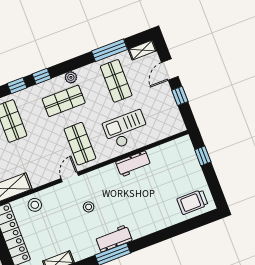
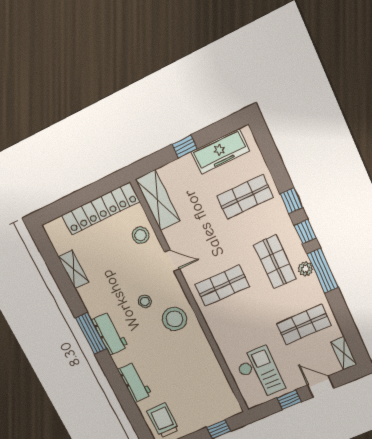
window: (109, 50) -> (323, 271), moved
checkout: (126, 130) -> (260, 373), moved
workbench: (133, 164) -> (135, 382), moved, turned 180
door: (70, 177) -> (172, 260), moved
stool: (105, 184) -> (174, 319), added

